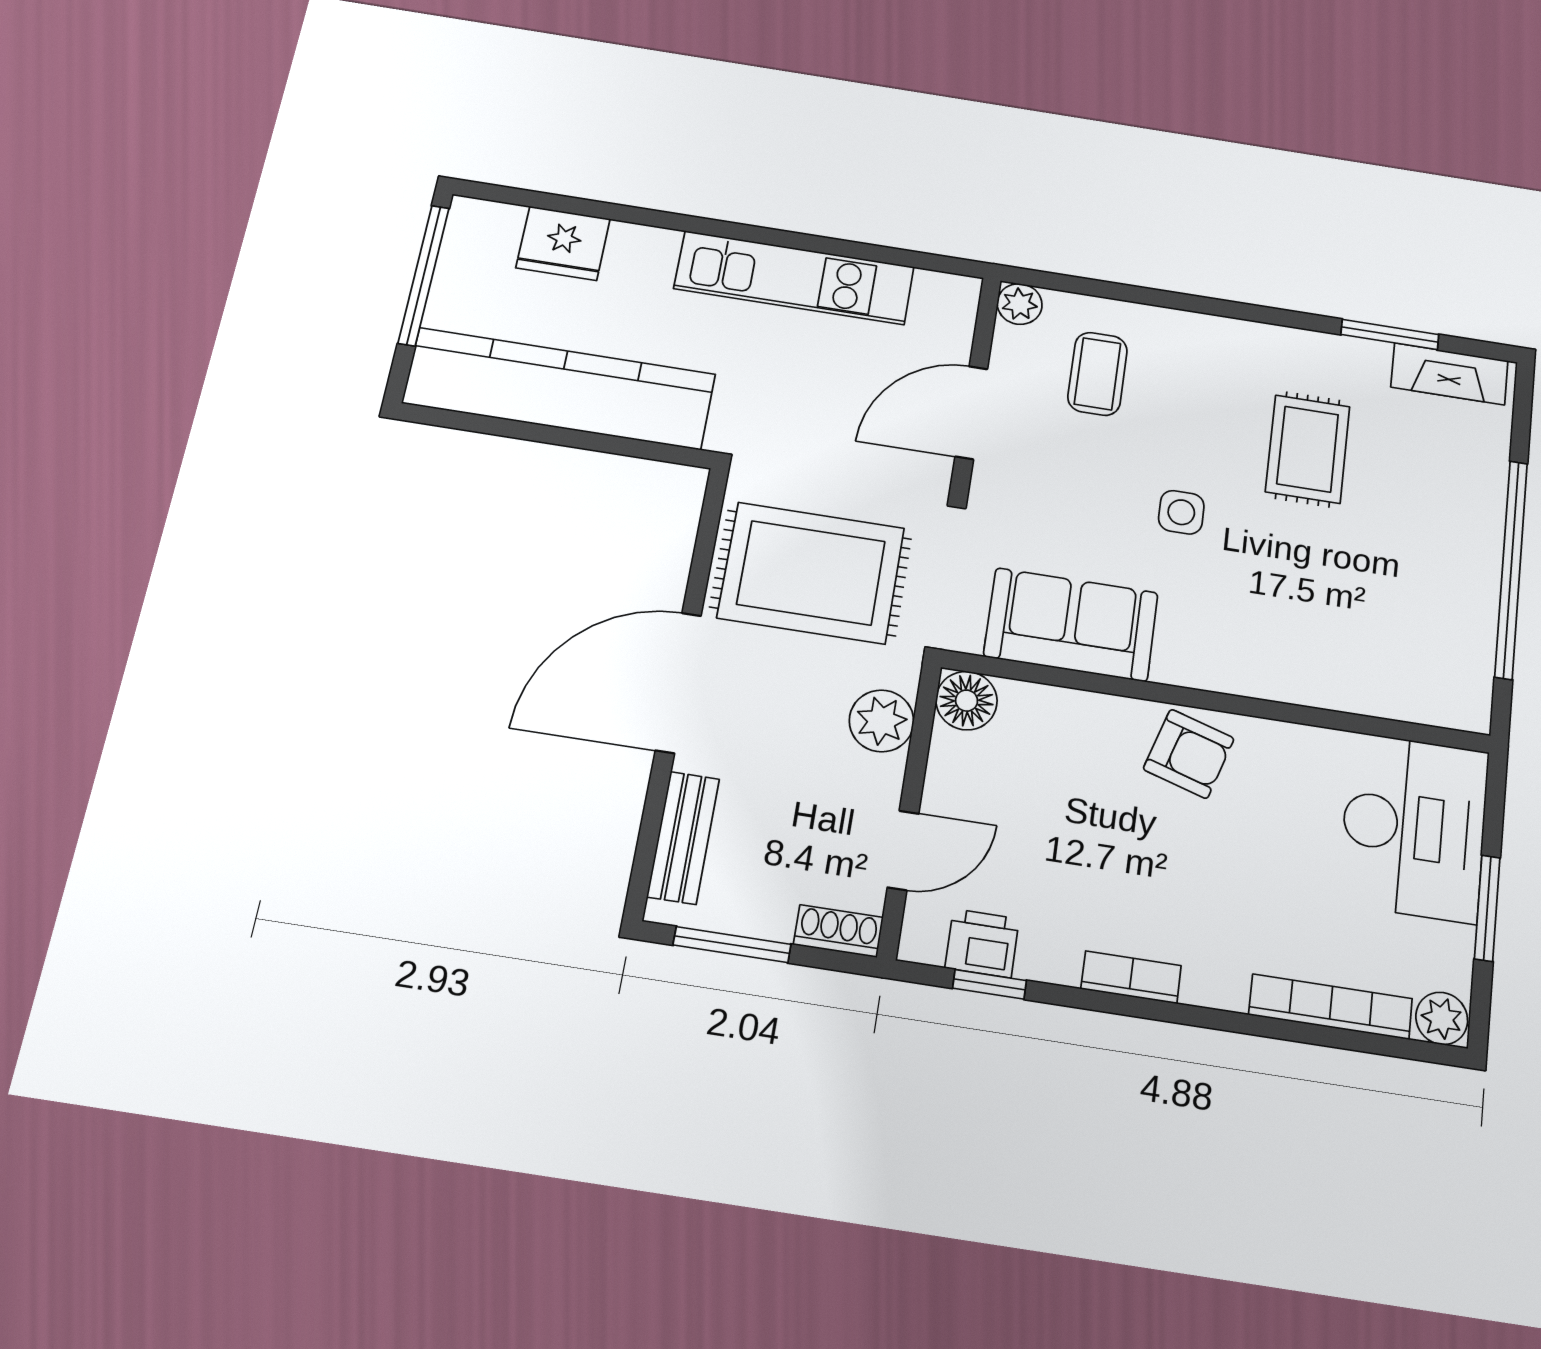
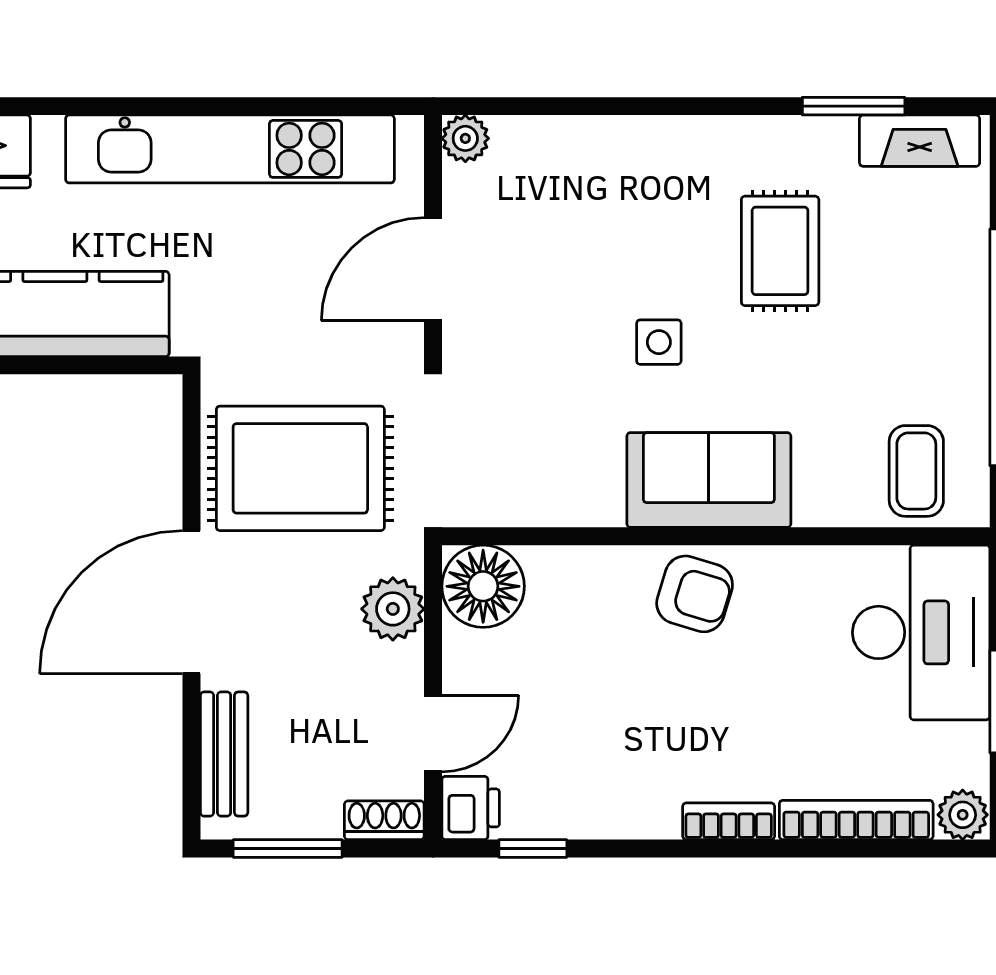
kitchen unit: (794, 278) -> (230, 149), width x1.36
coffee table: (1097, 374) -> (916, 471), moved
sofa: (1071, 625) -> (709, 480), moved
floor lamp: (967, 701) -> (483, 586), width x1.38, depth x1.38
printer: (982, 943) -> (471, 808), moved, turned 90
bookcase: (1131, 977) -> (729, 821), moved

